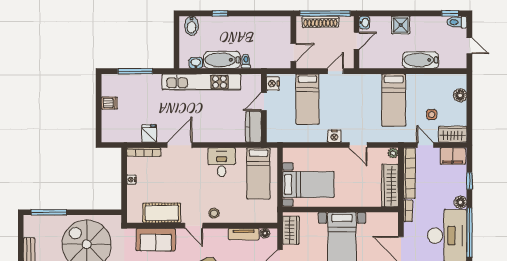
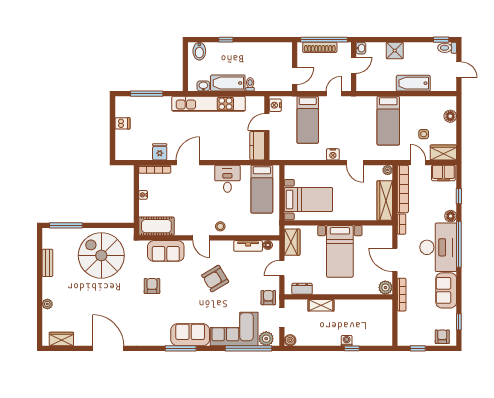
cot: (162, 213) -> (156, 226), moved

